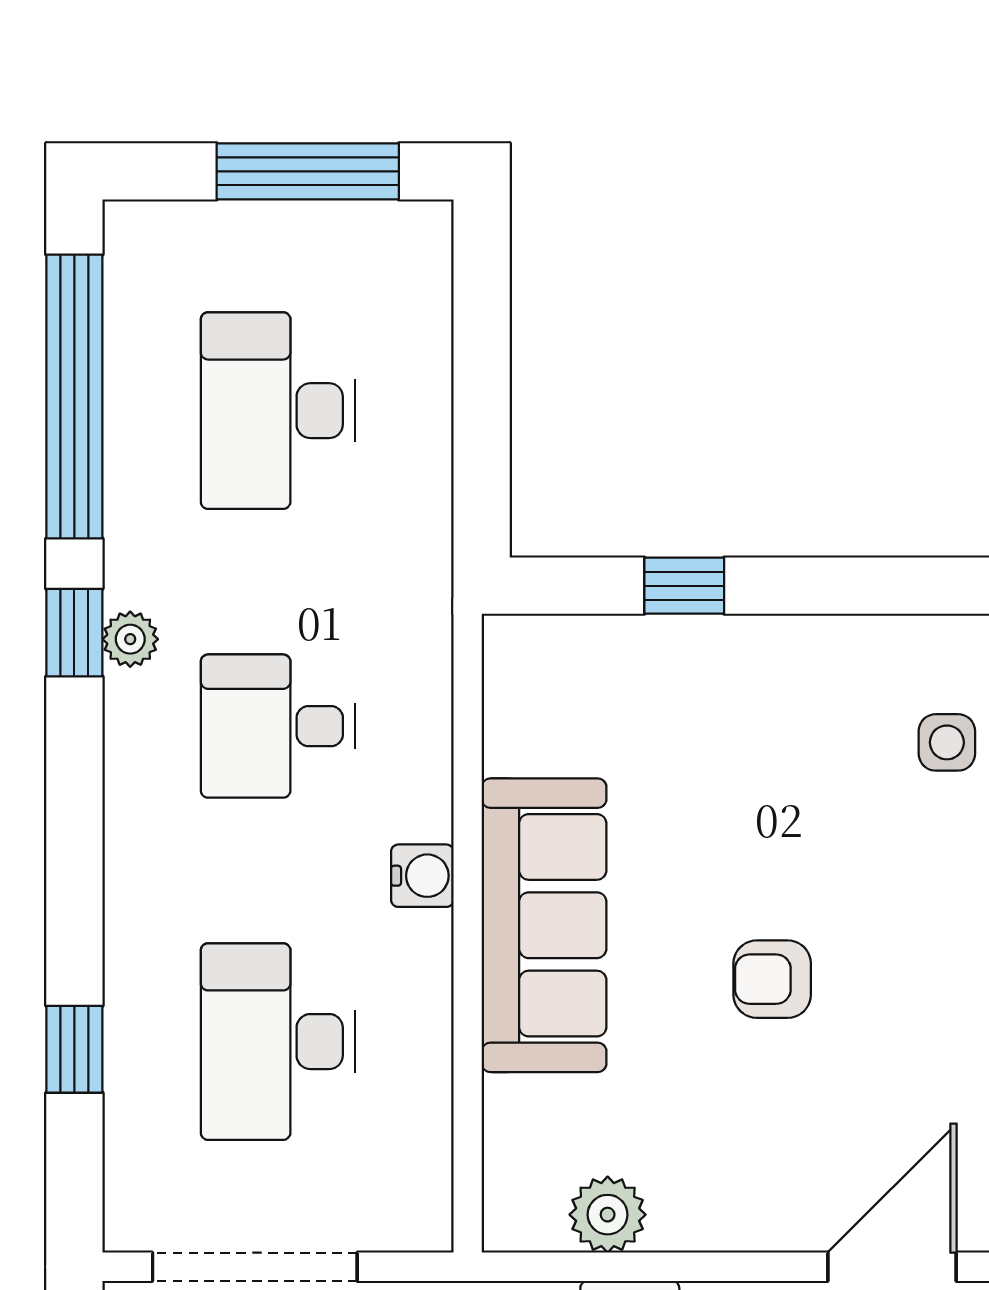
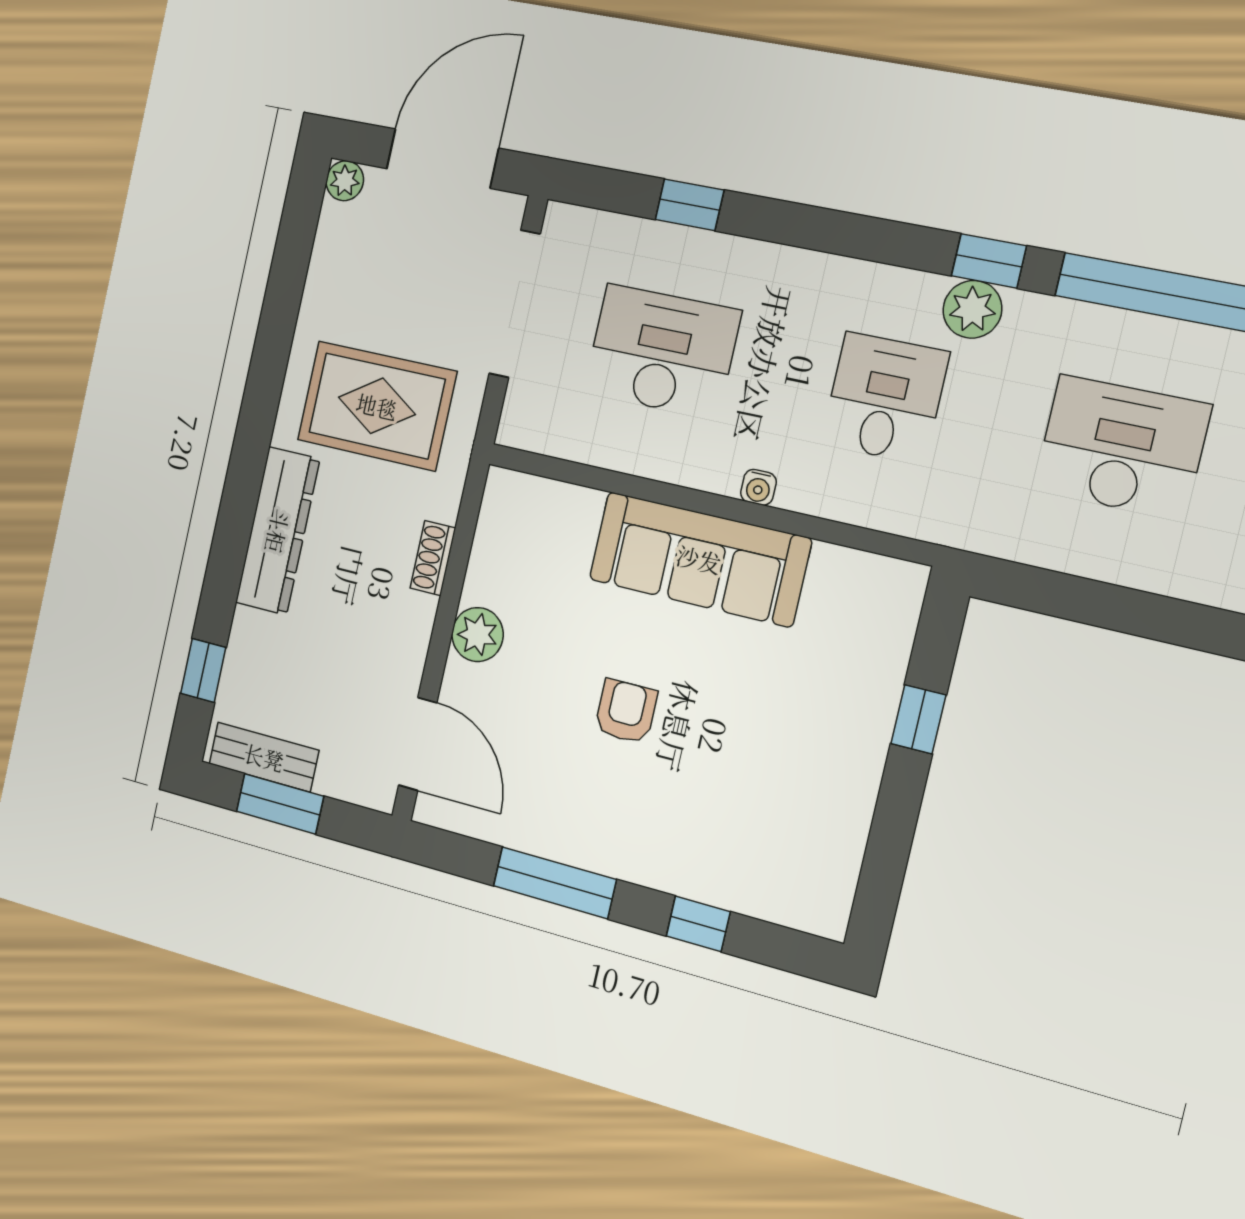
plant: (130, 639) -> (972, 309), width x1.38, depth x1.38
side table: (947, 742) -> (761, 879), removed
water cooler: (422, 876) -> (758, 487), width x0.72, depth x0.72
plant: (608, 1215) -> (478, 635), moved

